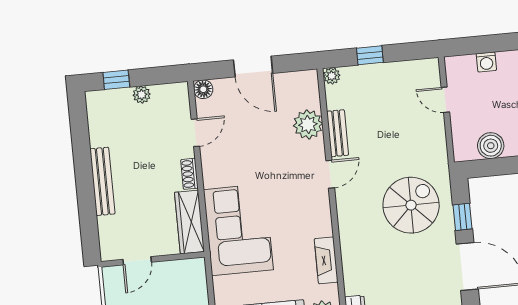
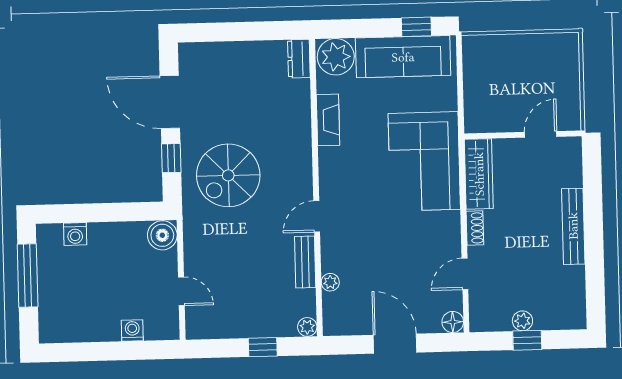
window: (116, 80) -> (527, 340), moved
plant: (308, 124) -> (330, 282), width x0.53, depth x0.53
boiler: (491, 146) -> (162, 235), moved

